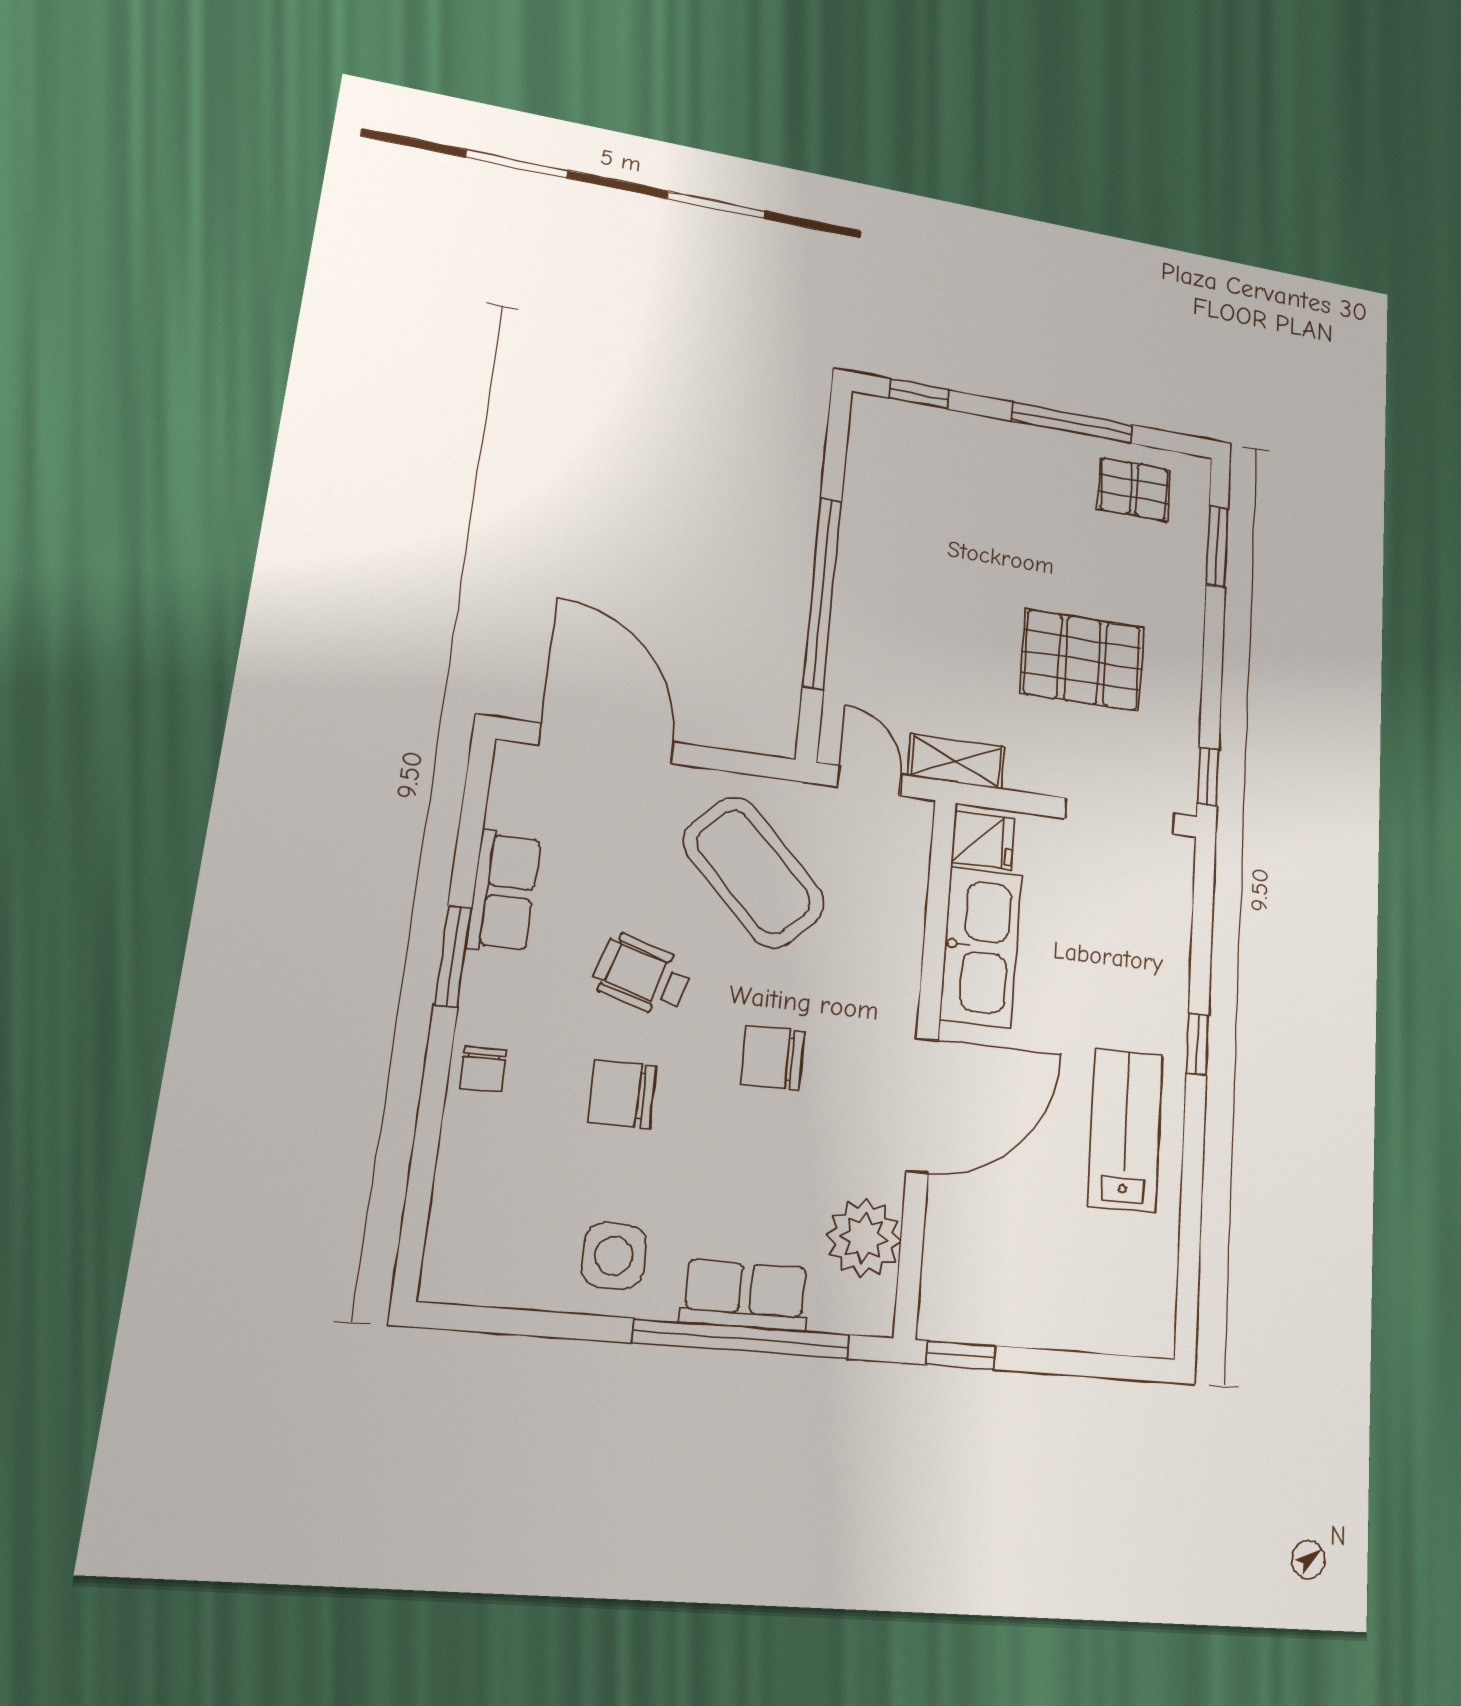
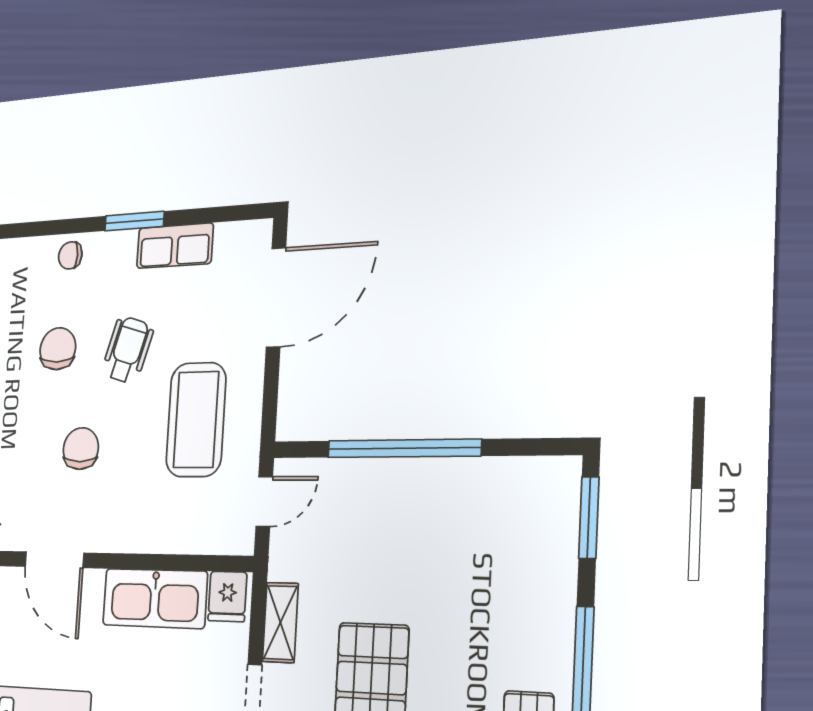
window: (919, 394) -> (589, 518), width x1.50
shelving: (956, 761) -> (280, 623), moved
coffee table: (754, 872) -> (196, 420), turned -45
door: (922, 1105) -> (54, 560), width x0.73

